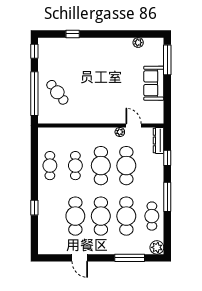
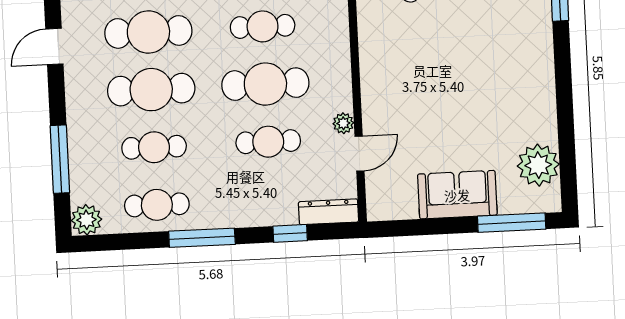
plant: (138, 43) -> (538, 165), width x1.87, depth x1.87
cafe table: (126, 166) -> (268, 142), width x0.73, depth x0.74
cafe table: (126, 216) -> (154, 147), width x0.73, depth x0.74

